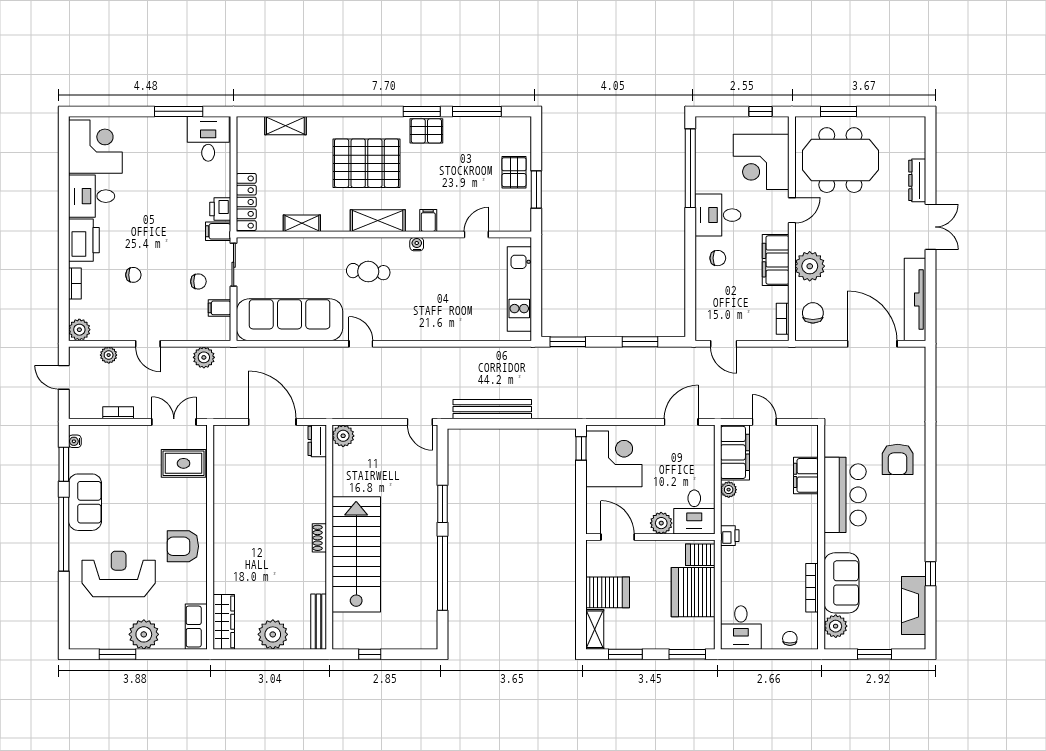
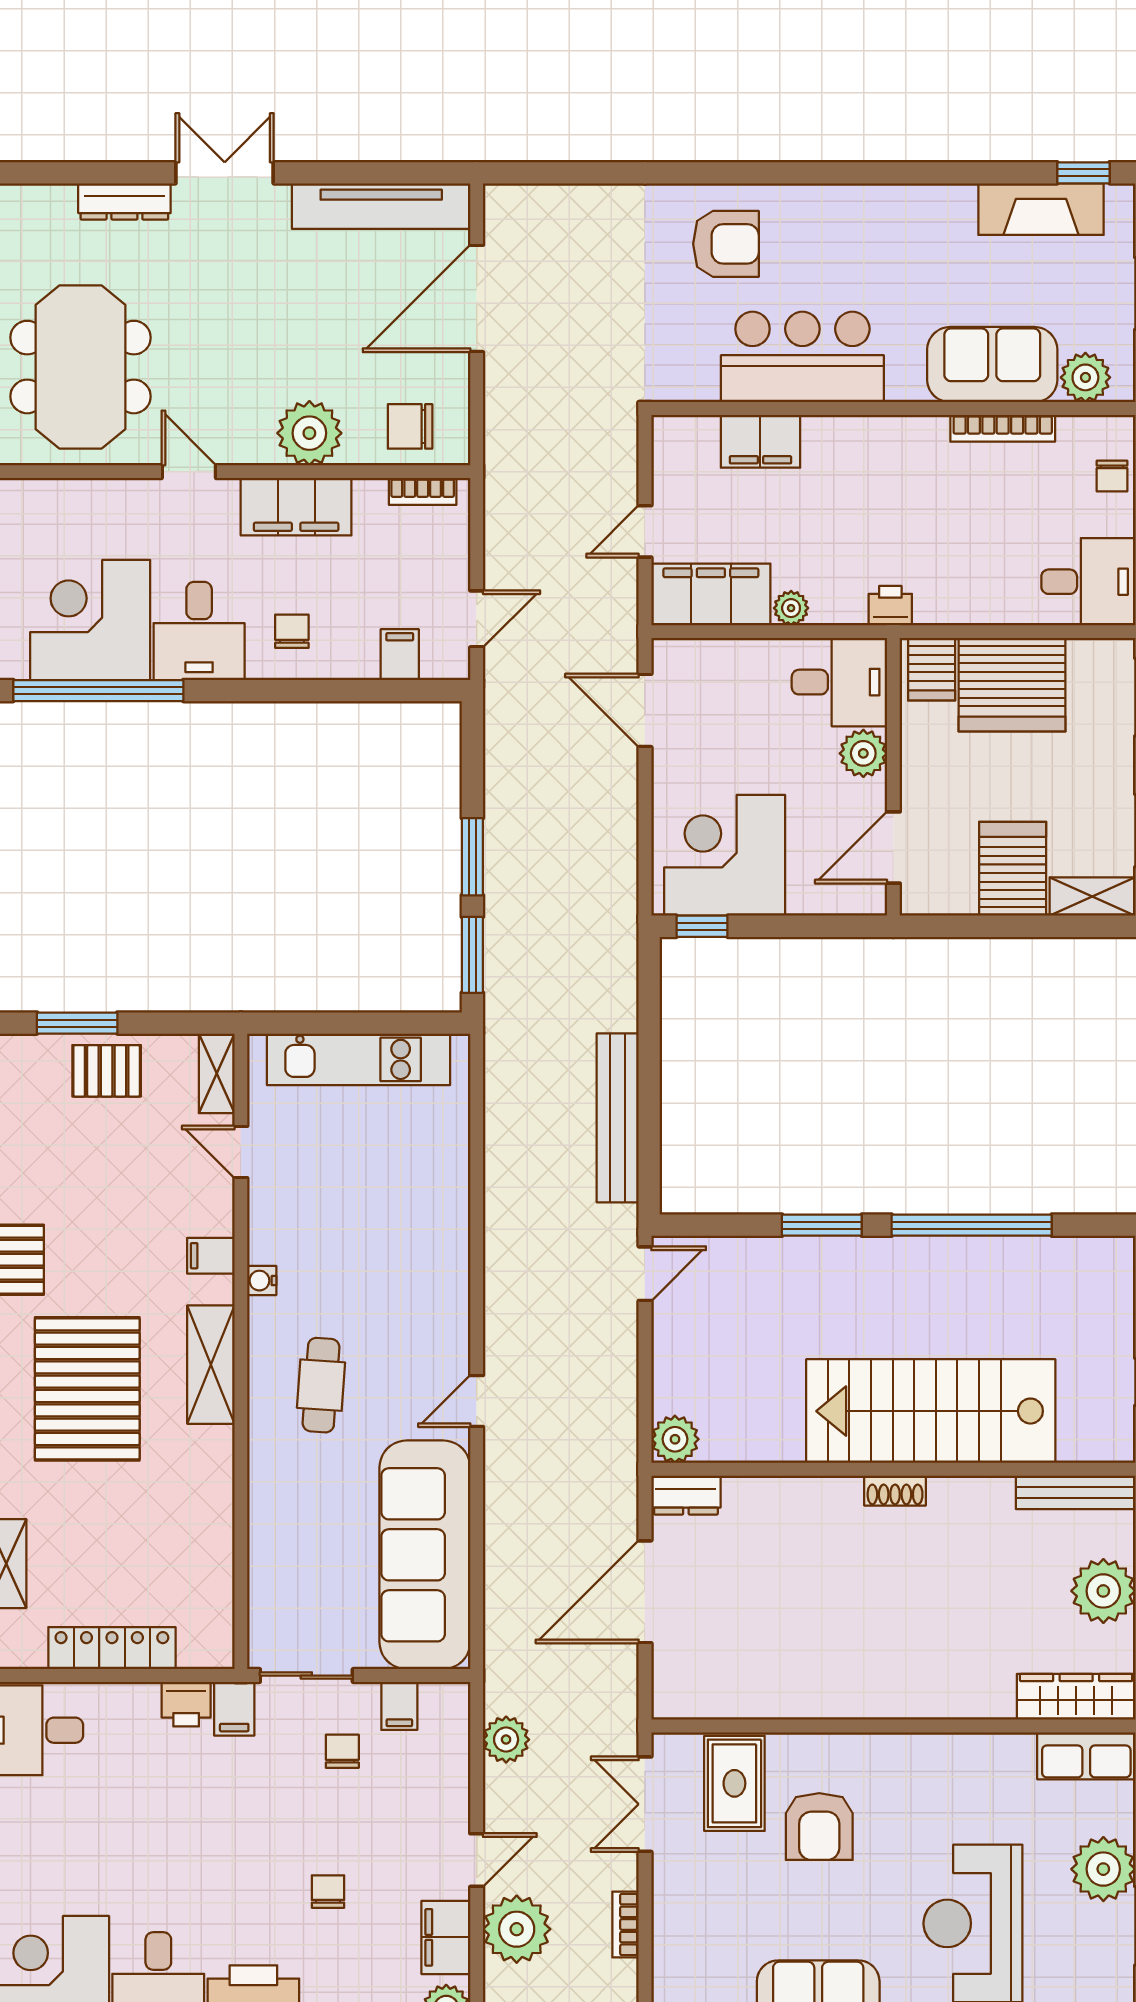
corner desk: (761, 162) -> (90, 620), moved, turned 180
window: (536, 190) -> (77, 1023), moved
locker: (246, 202) -> (112, 1648), moved
shelving: (302, 223) -> (217, 1073), moved
filing cabinet: (707, 308) -> (400, 655), added
filing cabinet: (112, 330) -> (446, 1937), added
window: (640, 342) -> (472, 857), moved
plant: (109, 355) -> (517, 1929), width x1.88, depth x1.88
armchair: (183, 546) -> (819, 1826), moved
window: (930, 574) -> (1083, 173), moved
chair: (790, 638) -> (1112, 476), turned -90

